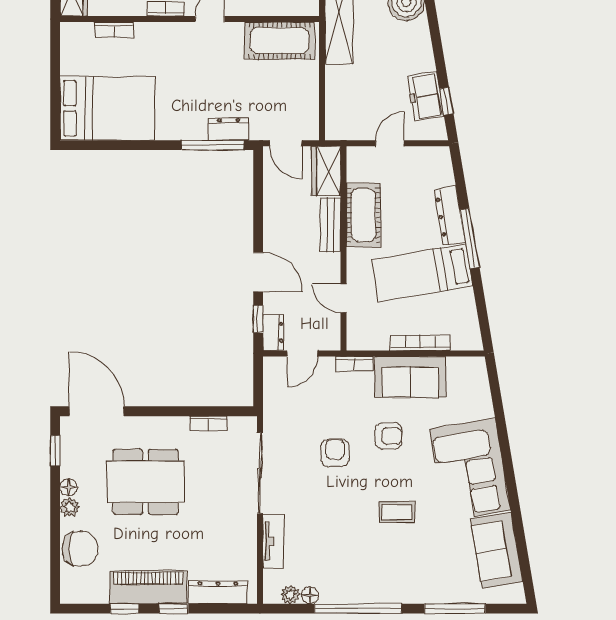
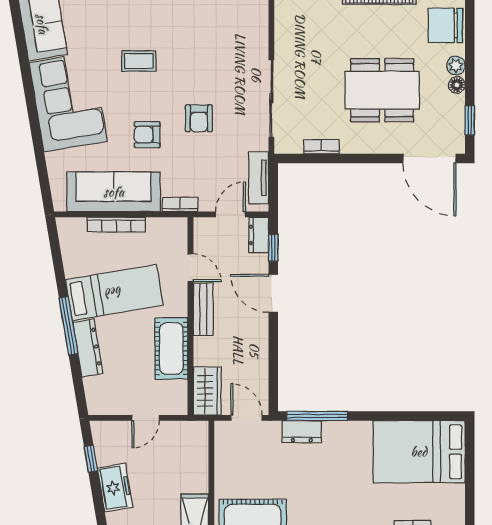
freezer: (426, 96) -> (115, 488), moved
bench: (330, 225) -> (203, 309), moved
sofa: (410, 377) -> (114, 192), width x1.36
tv unit: (273, 541) -> (259, 178), moved

